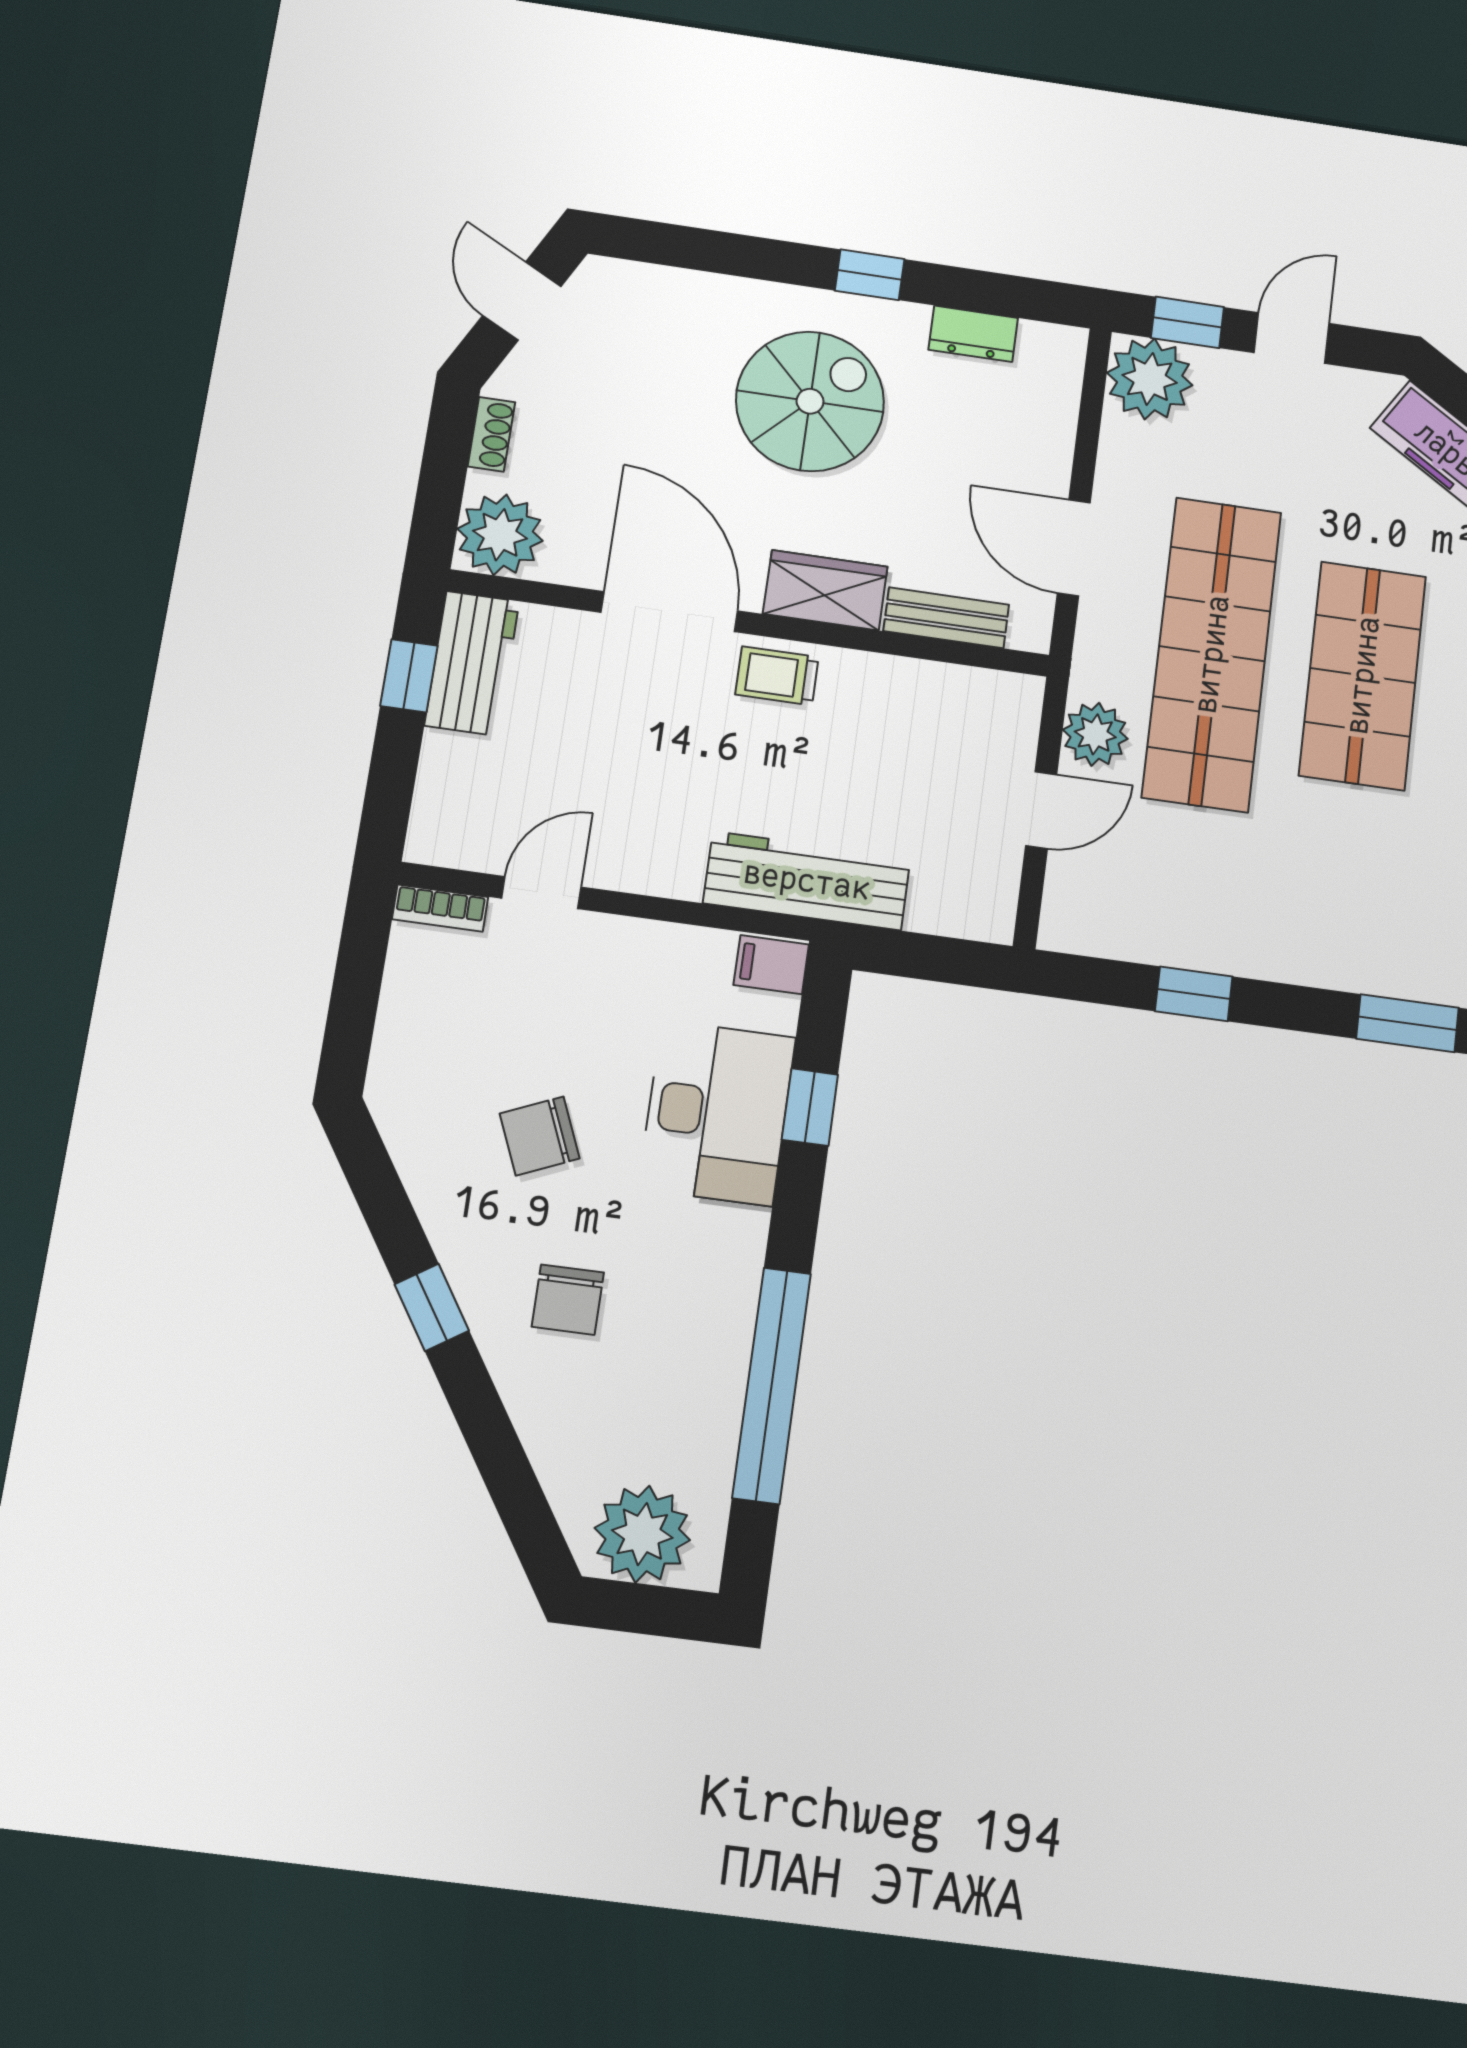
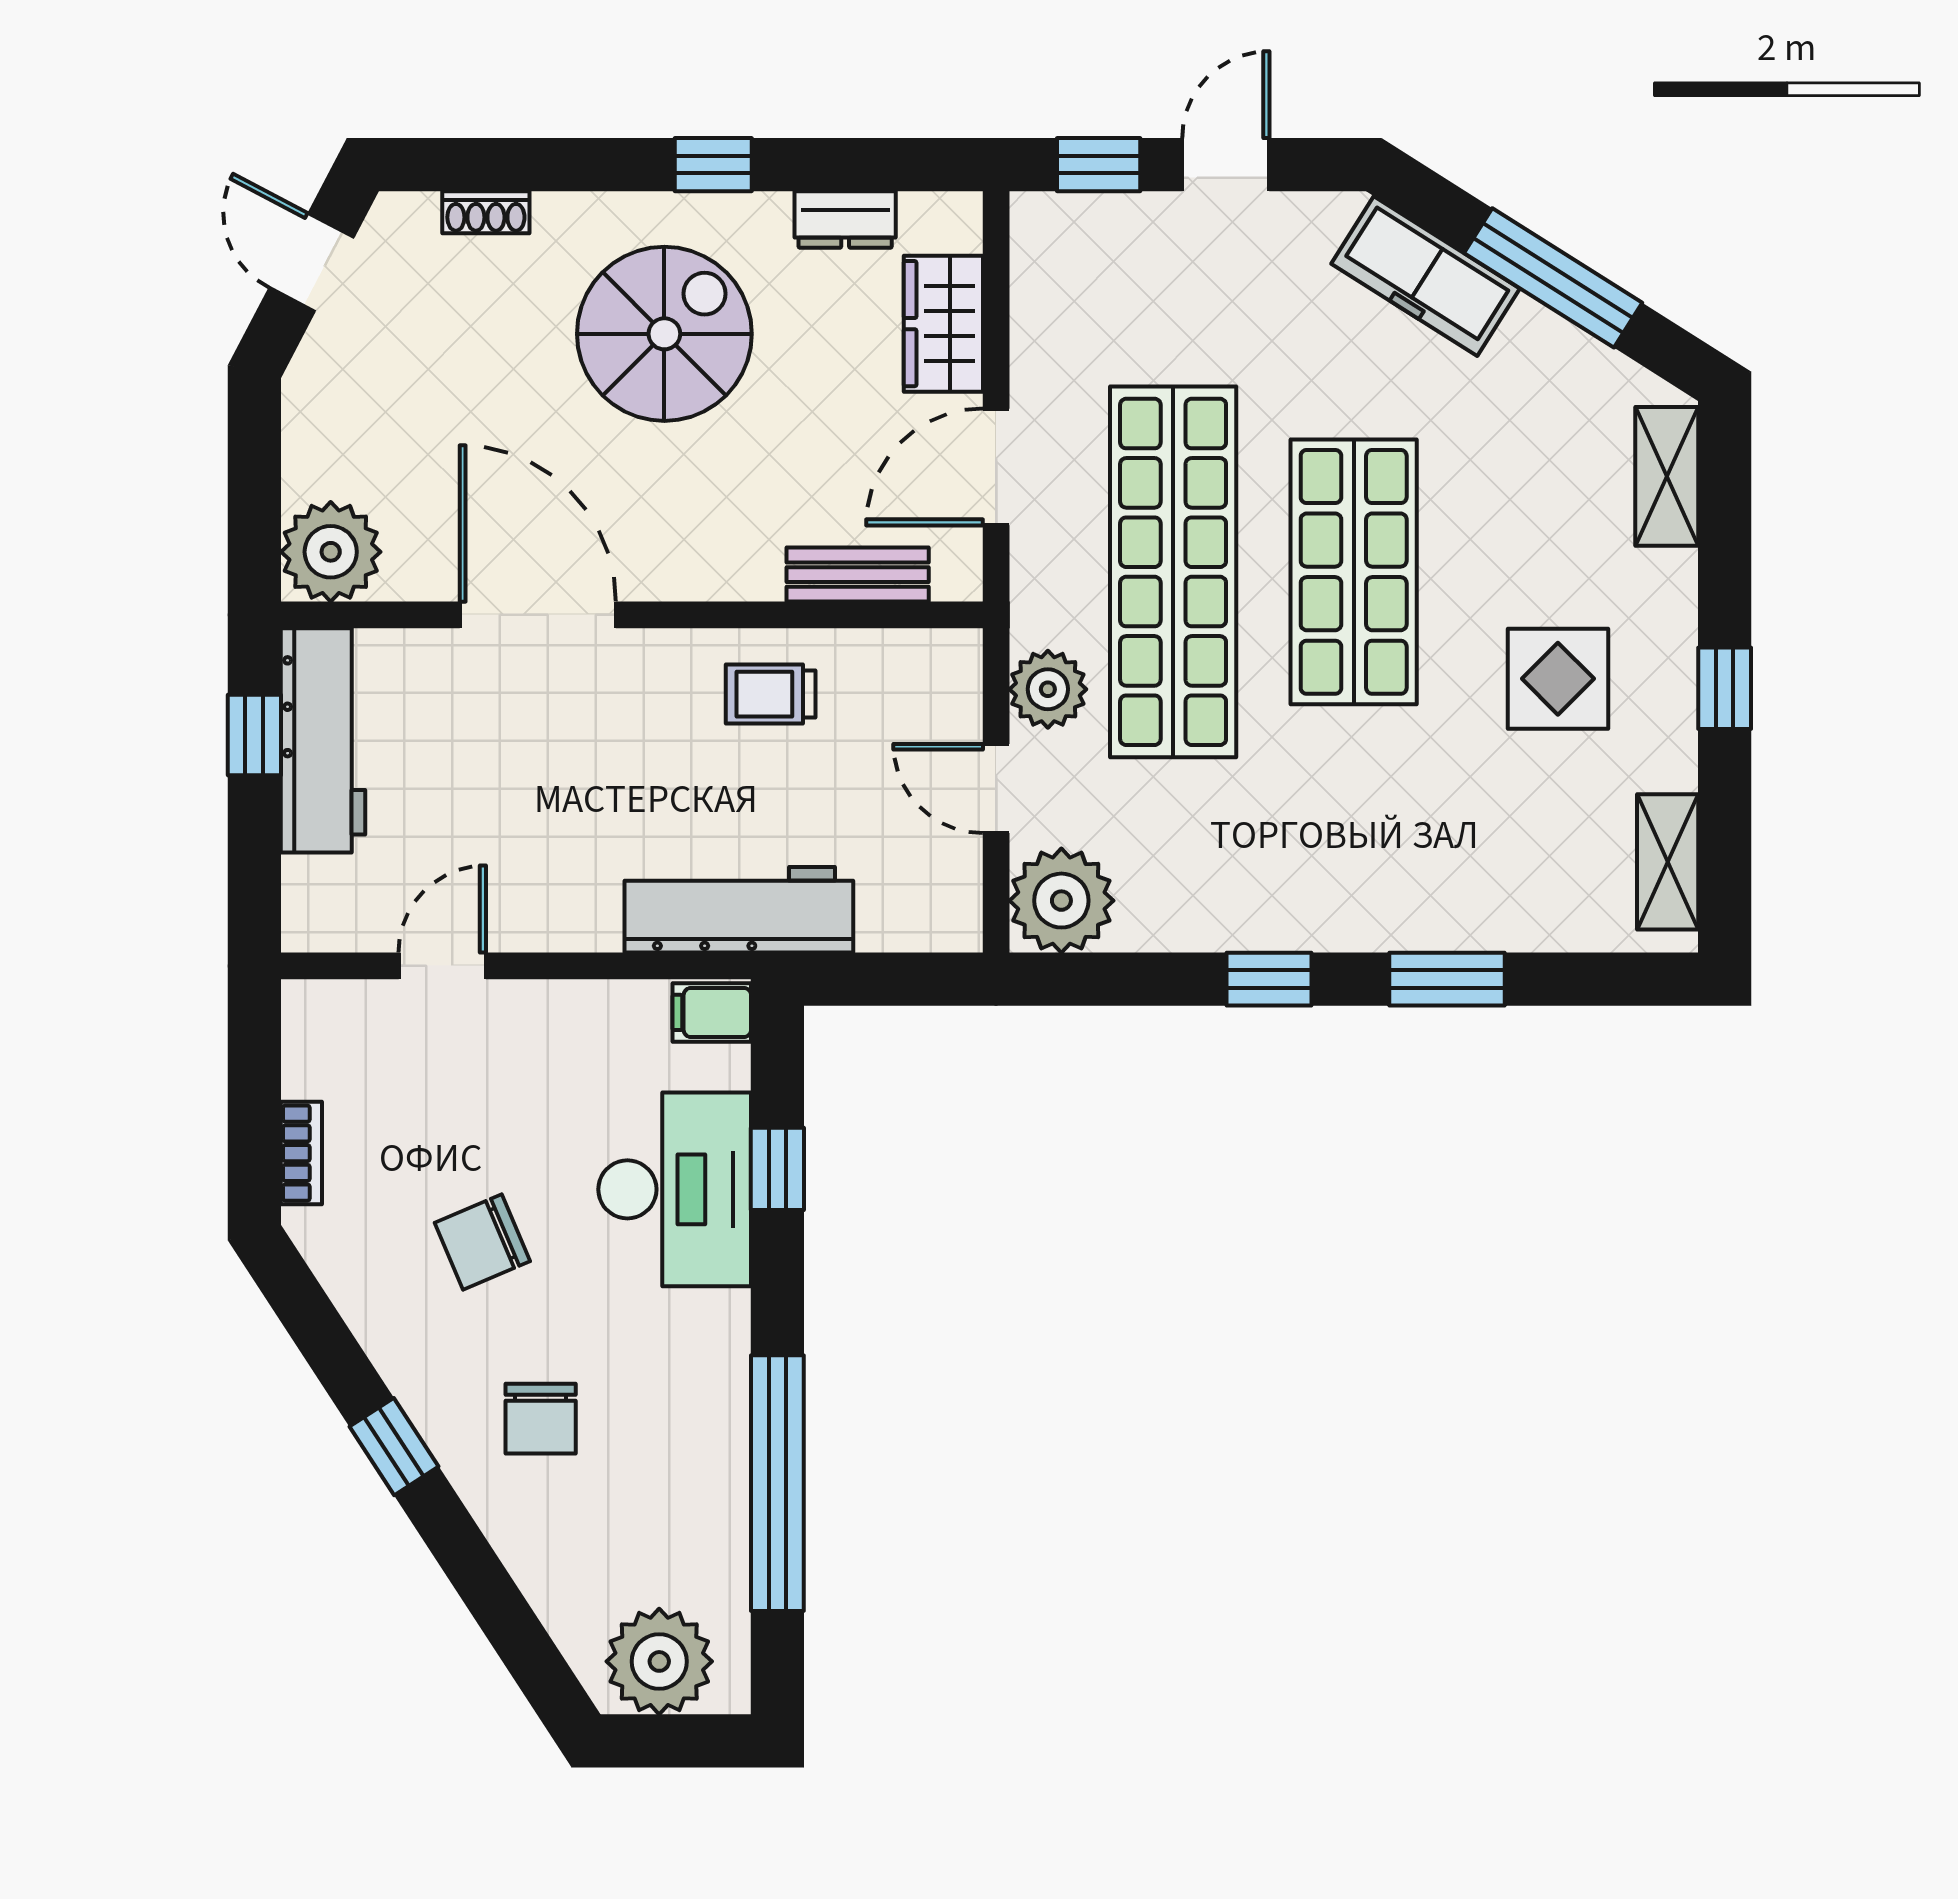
plant: (1150, 379) -> (1061, 901), moved
shoe rack: (491, 434) -> (486, 212), moved, turned 90
door: (1074, 548) -> (996, 467), hinge flipped
wardrobe: (825, 590) -> (943, 324), moved, turned -90
workbench: (472, 663) -> (323, 740), width x1.38
trolley: (777, 676) -> (771, 694), moved
door: (1041, 810) -> (996, 788), swing flipped
bookcase: (440, 908) -> (301, 1153), moved, turned -90
window: (1194, 994) -> (1269, 979), moved

